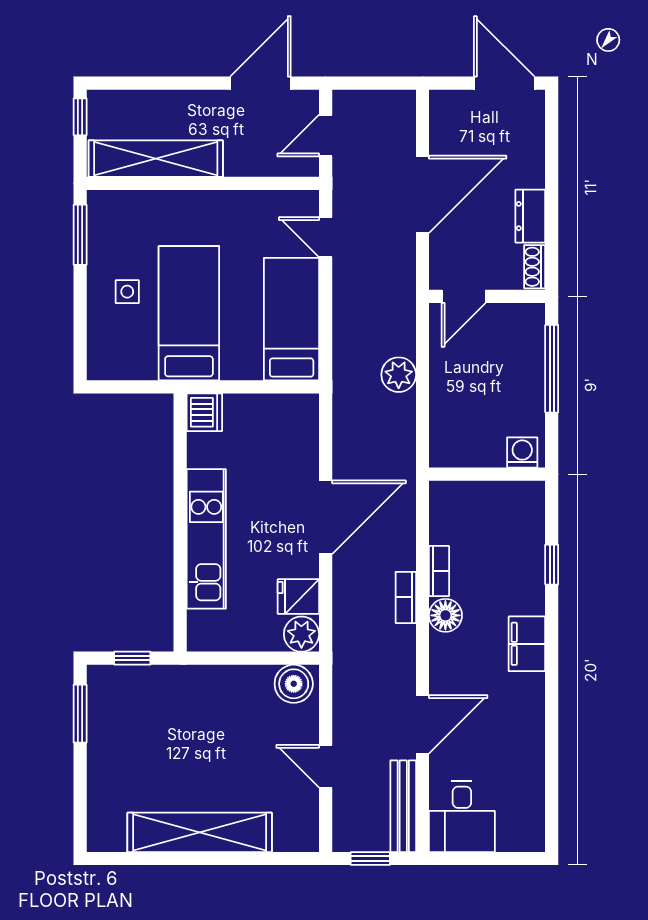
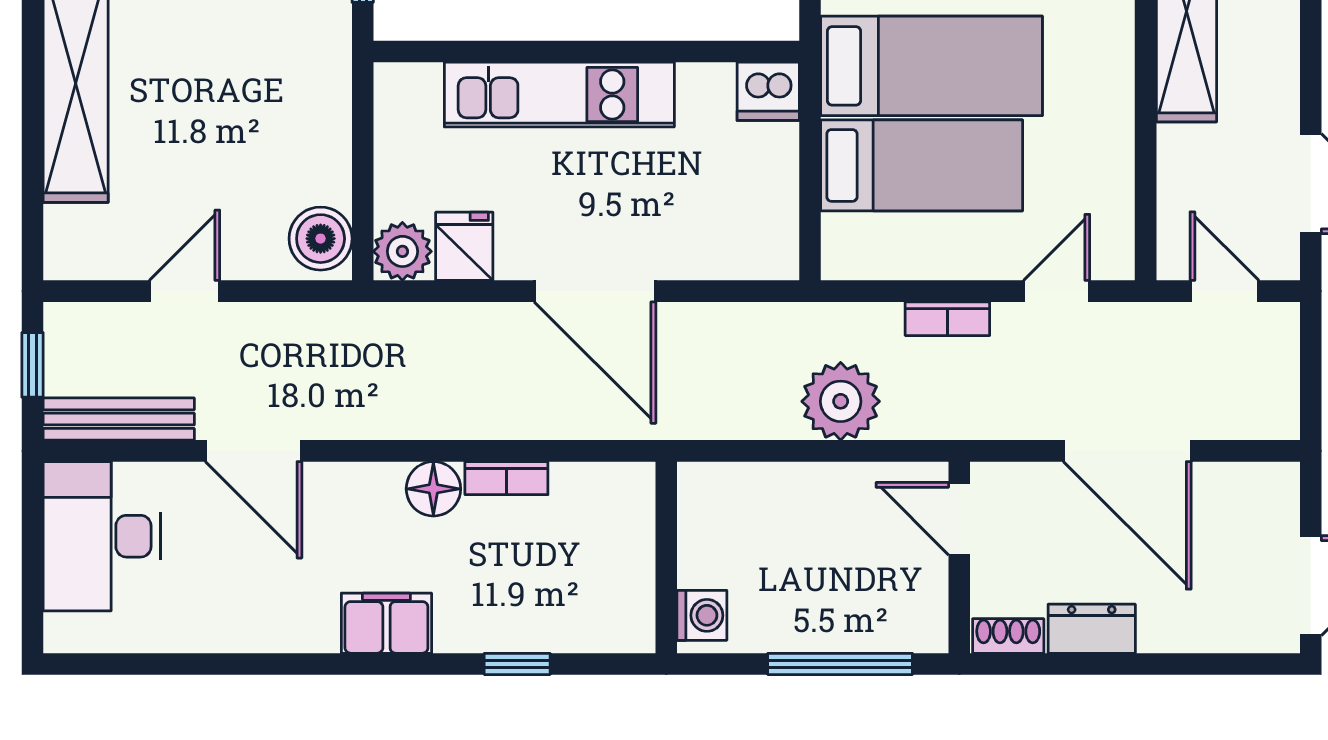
bed: (292, 319) -> (922, 165), moved
plant: (399, 375) -> (841, 401), width x1.36, depth x1.36
bookcase: (406, 597) -> (947, 319), moved, turned 180
desk: (462, 816) -> (102, 536), width x1.37

